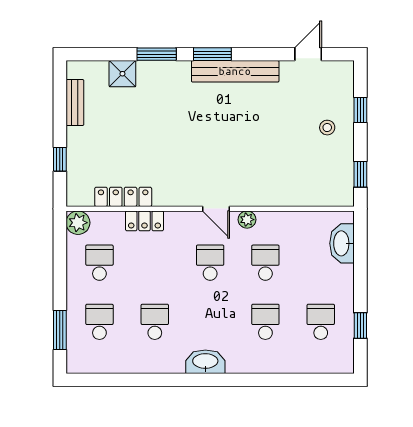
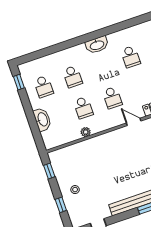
door: (216, 209) -> (134, 122), moved
plant: (247, 220) -> (86, 132), moved
washbasin: (342, 243) -> (42, 119), moved
window: (360, 325) -> (19, 82), moved

